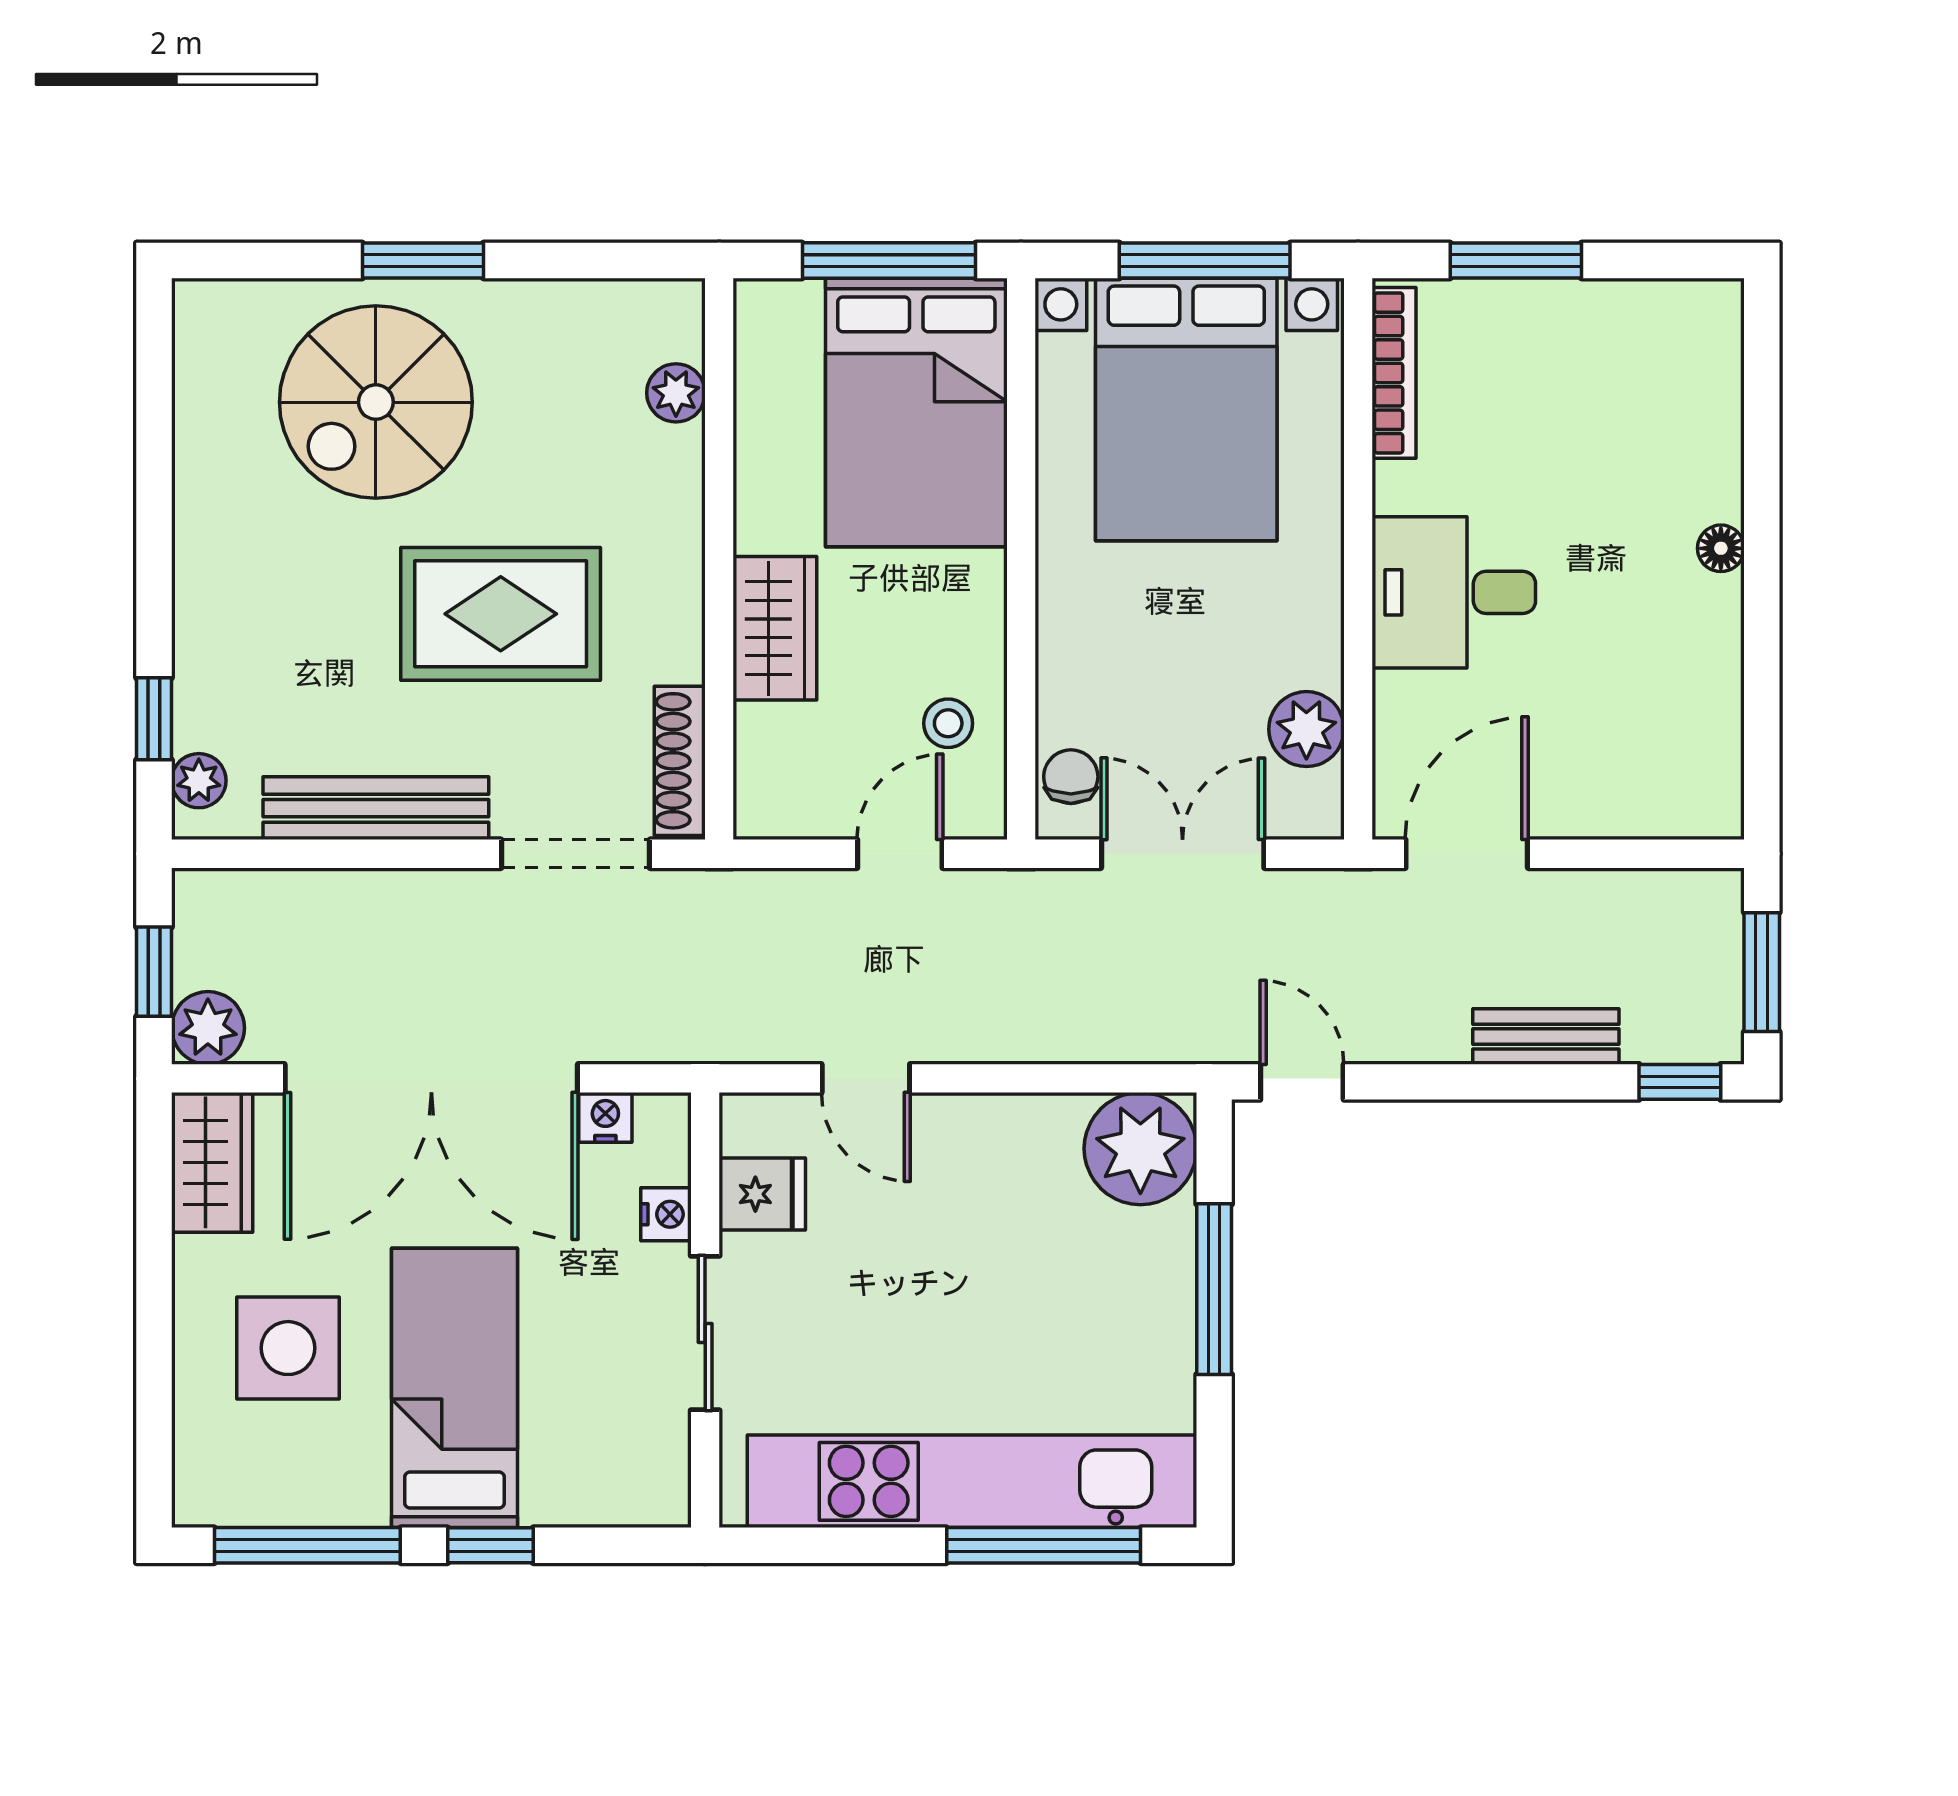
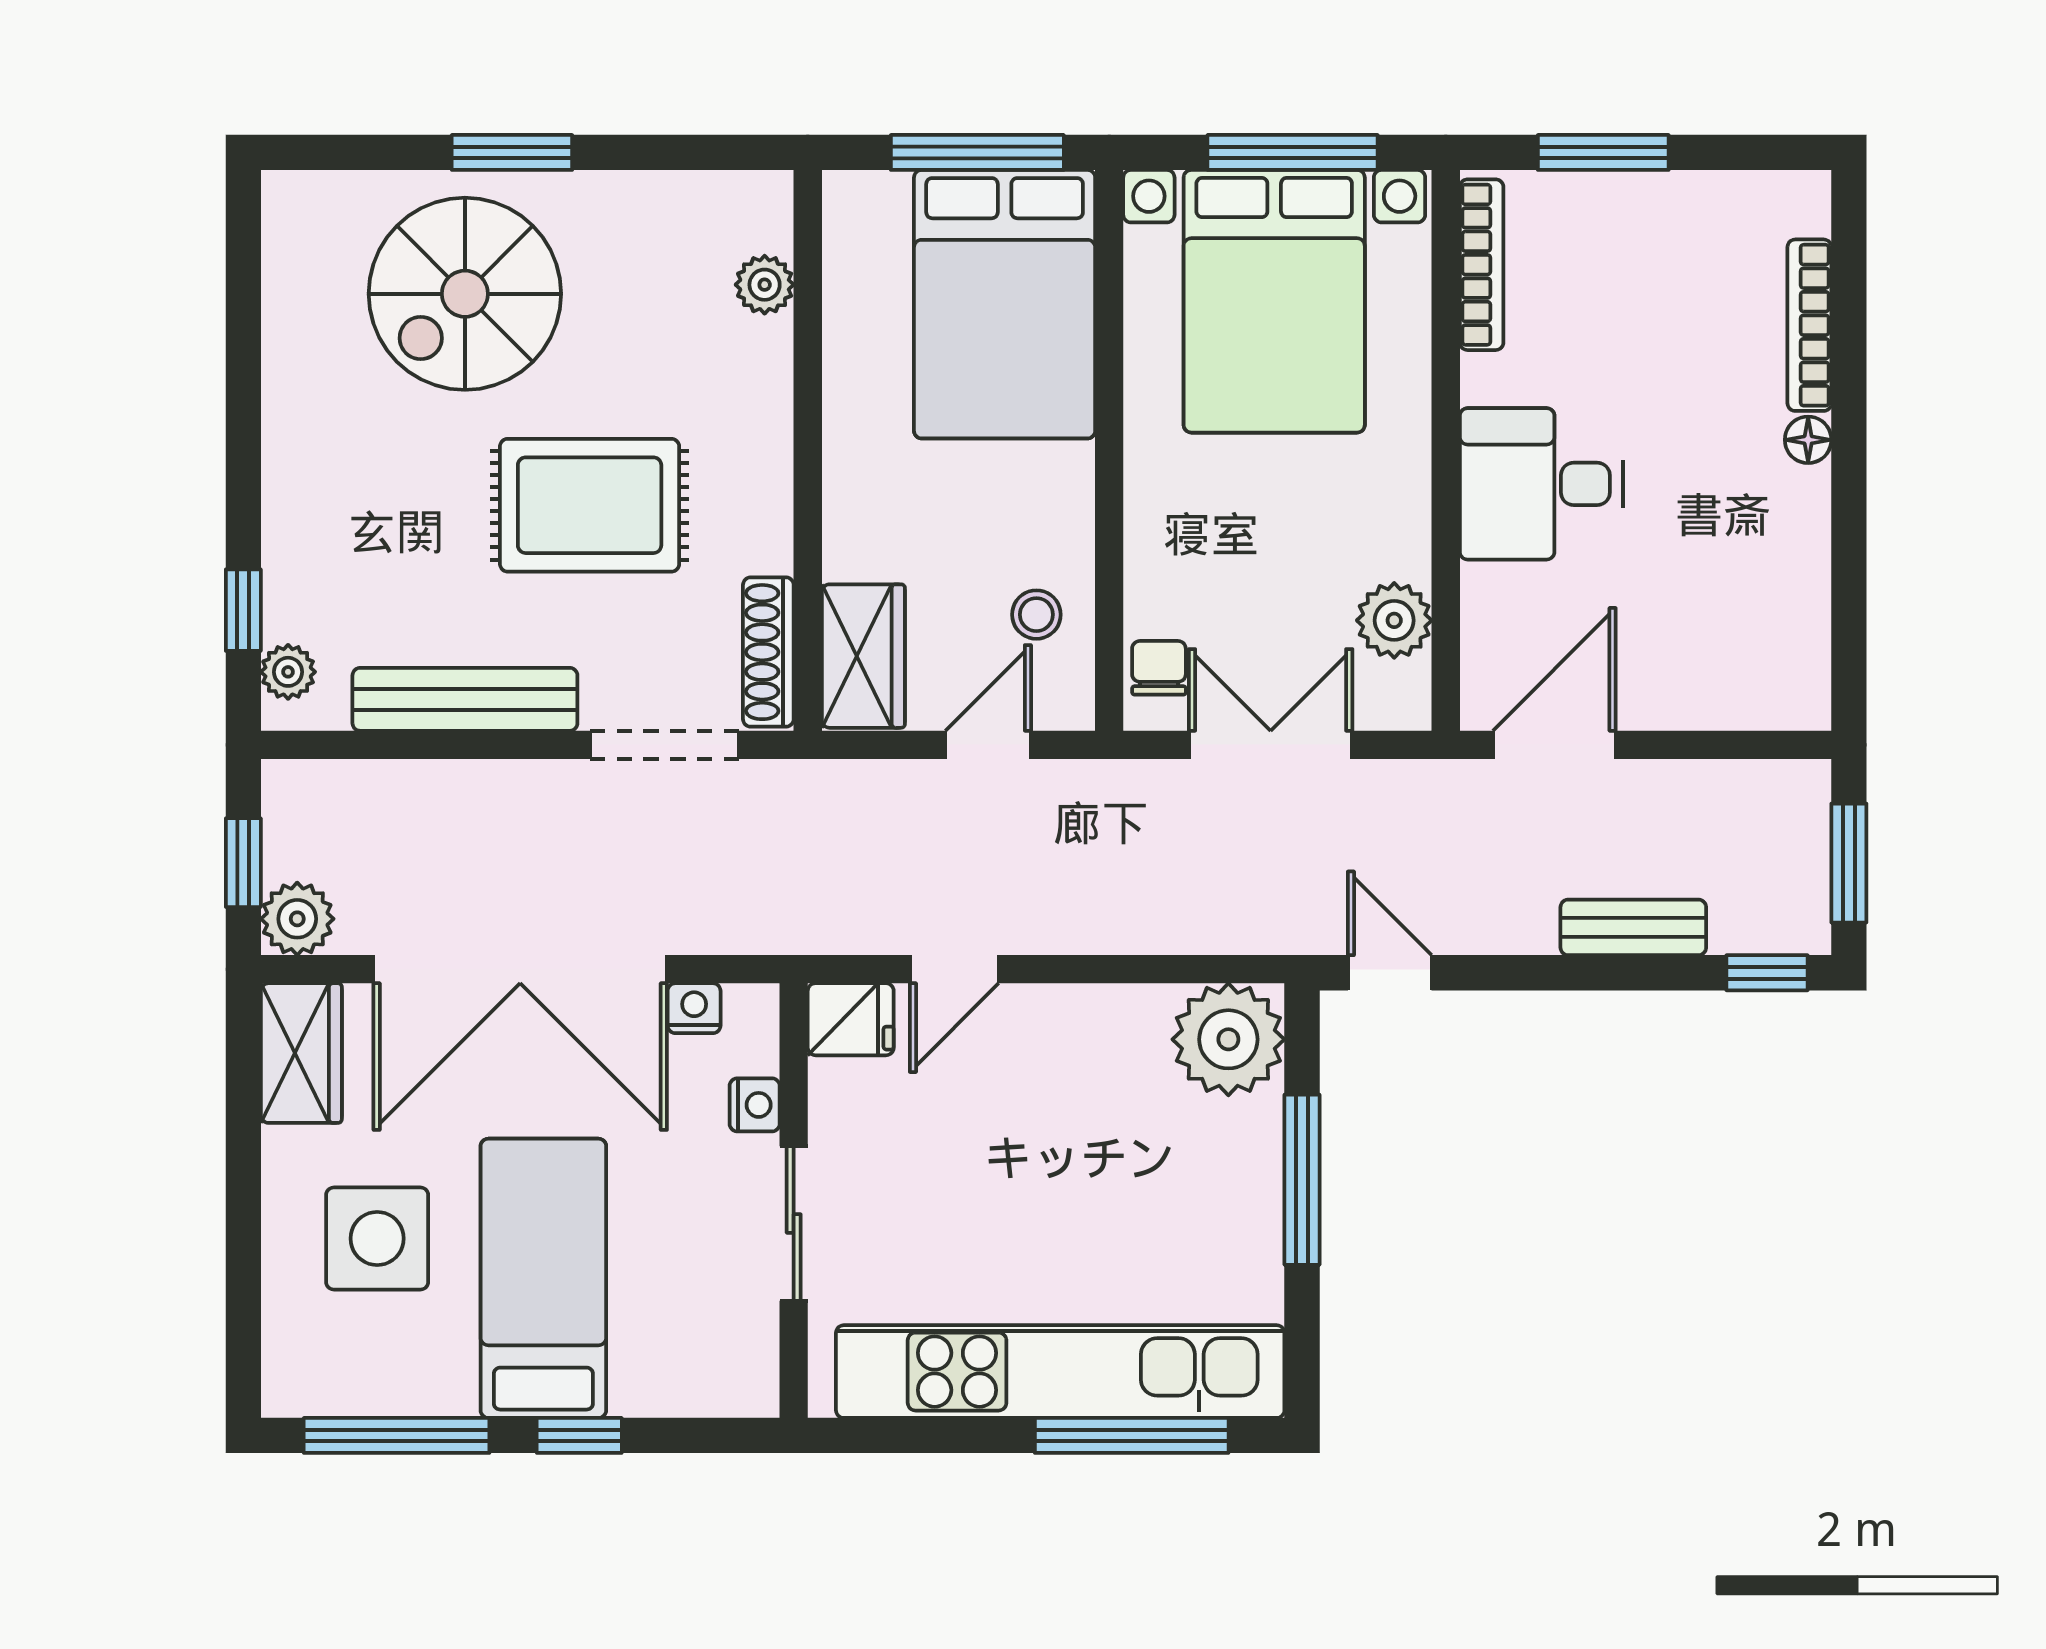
bookcase: (1722, 433) -> (1809, 325), added
wardrobe: (775, 628) -> (863, 656), moved
door: (866, 1078) -> (954, 969), hinge flipped
fridge: (762, 1194) -> (851, 1019), moved

